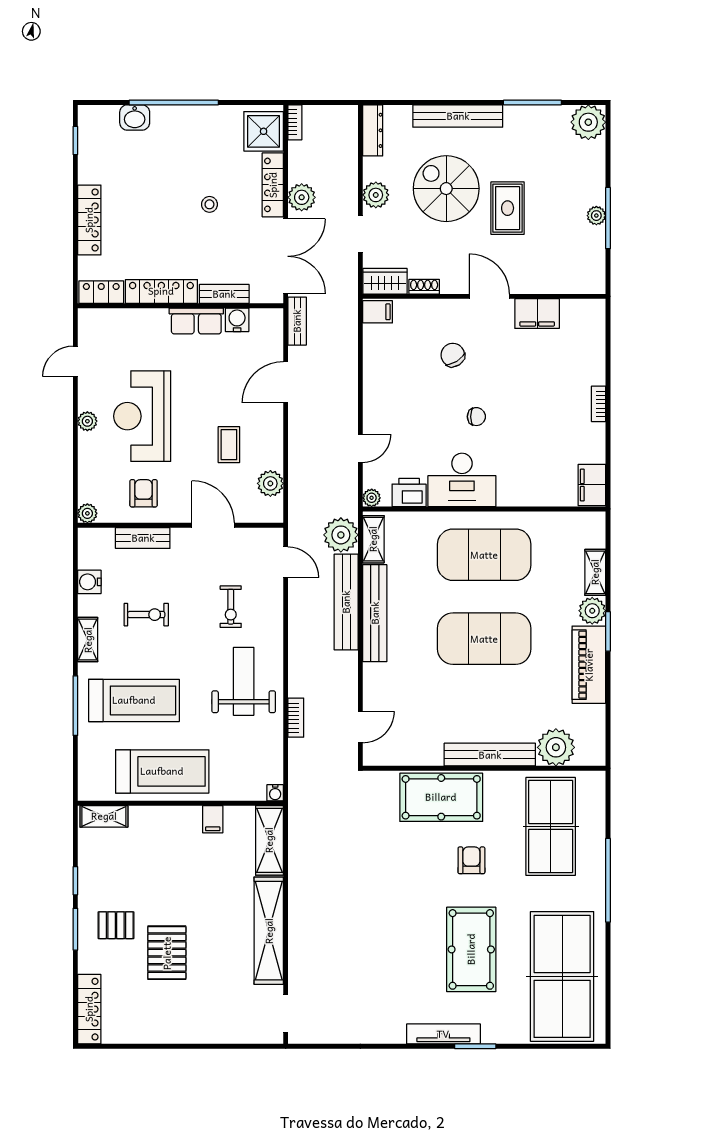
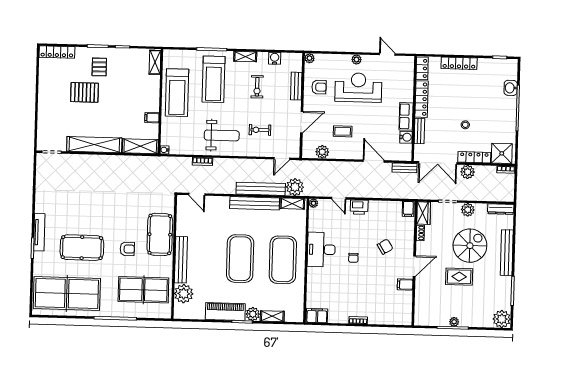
filing cabinet: (537, 314) -> (405, 285), width x0.50
printer: (409, 493) -> (359, 207), moved, turned 90

